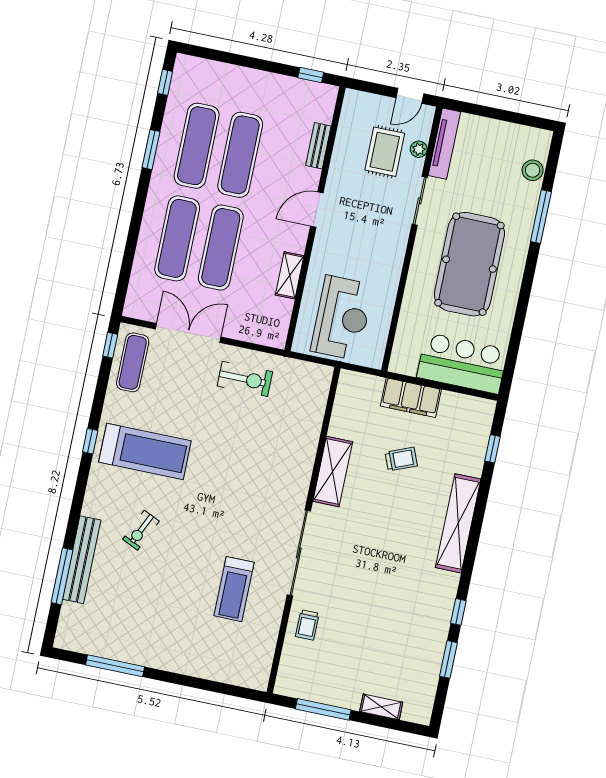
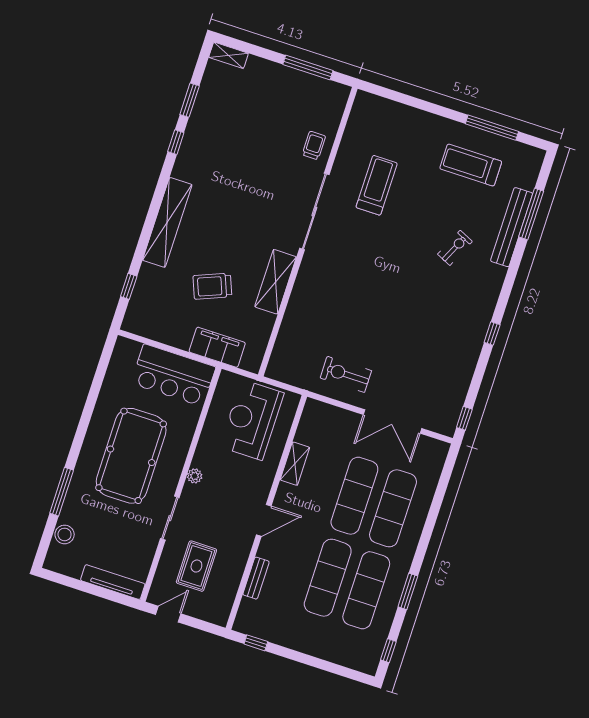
tv unit: (444, 144) -> (113, 582), moved, turned 90
plant: (419, 149) -> (195, 476), moved
exercise mat: (133, 362) -> (446, 401), removed
bar counter: (462, 363) -> (173, 375), moved
filing cabinet: (411, 398) -> (217, 347), moved
treadmill: (145, 451) -> (471, 165), moved, width x0.73, depth x0.73
trolley: (401, 459) -> (212, 286), width x1.36, depth x1.39
shelving: (381, 707) -> (229, 55), moved

